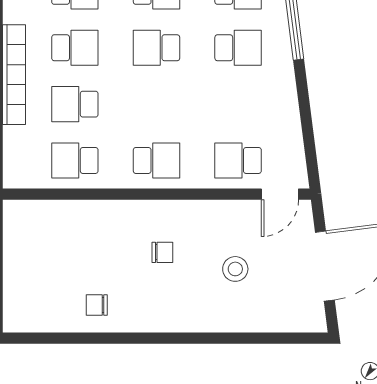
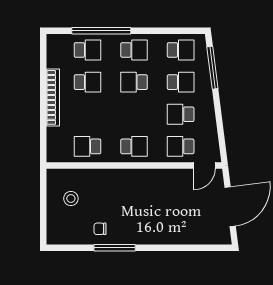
school desk: (75, 104) -> (181, 114), moved
chair: (162, 252) -> (137, 199), removed
stool: (235, 269) -> (71, 199), moved
window: (122, 338) -> (115, 248), added

